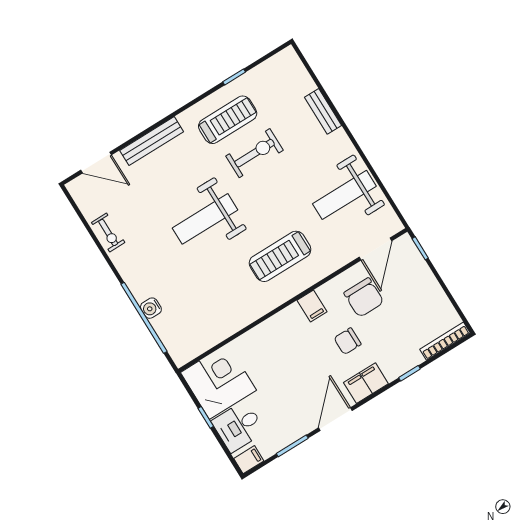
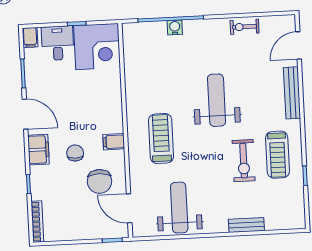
chair: (364, 298) -> (99, 181), turned -90

